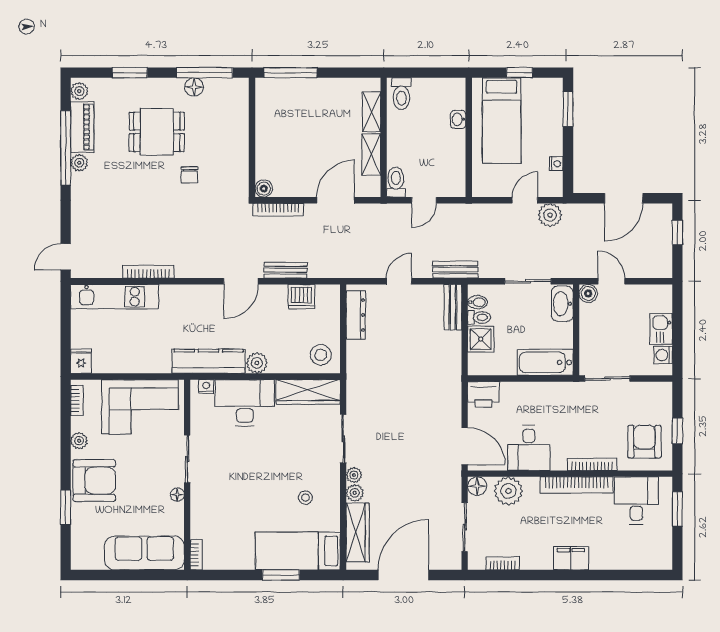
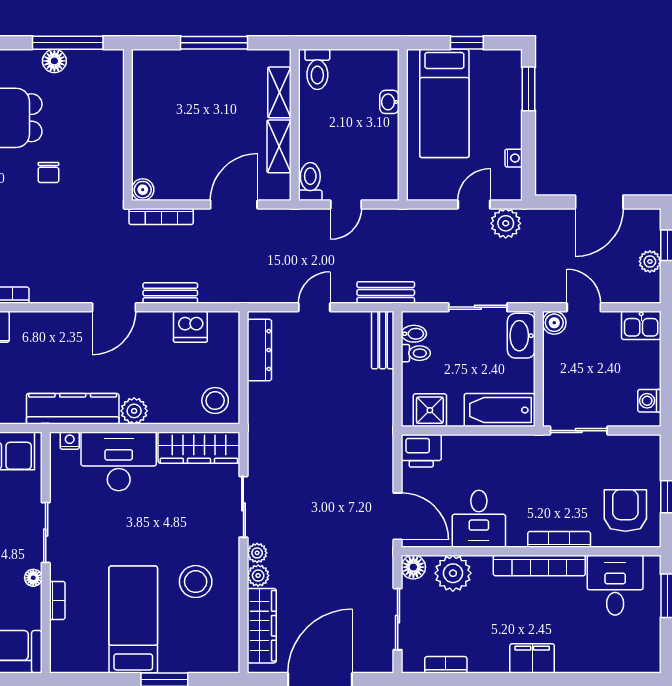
window: (290, 73) -> (214, 43), moved
plant: (664, 245) -> (650, 261), added
kitchen sink: (661, 329) -> (641, 325), moved, turned -90
shower: (481, 339) -> (430, 410), moved
stool: (305, 498) -> (196, 582), width x1.89, depth x1.89
bed: (298, 551) -> (133, 620), moved, turned 90
bookcase: (196, 555) -> (57, 600), moved

